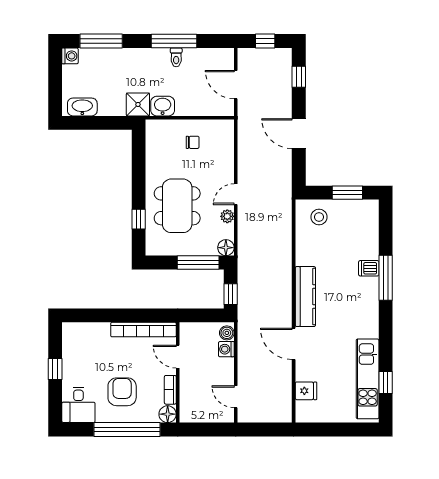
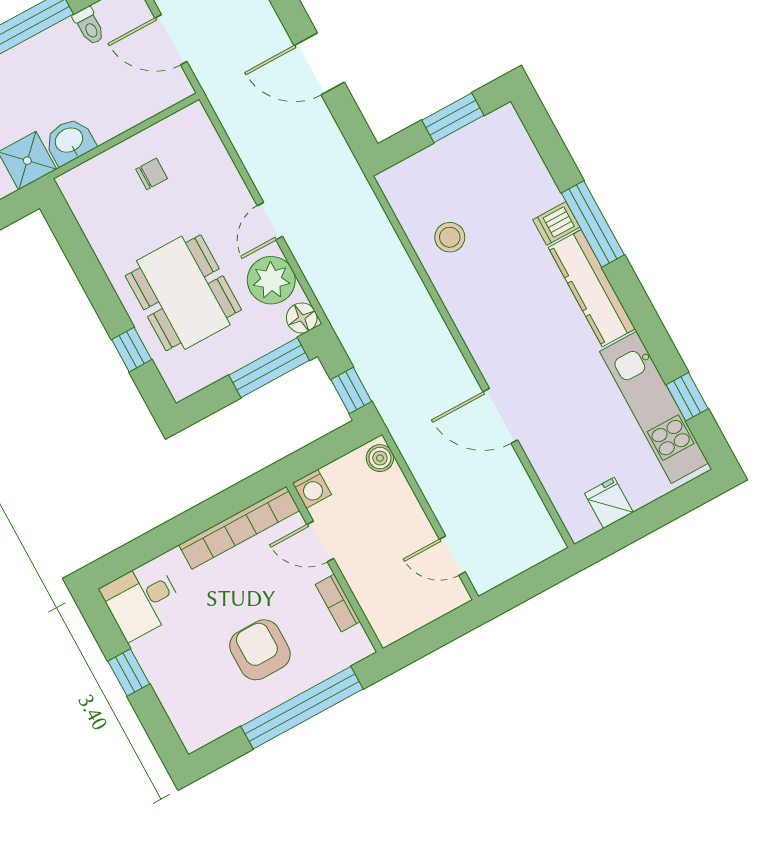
toilet: (176, 57) -> (89, 26), moved
plant: (227, 216) -> (271, 280), width x1.88, depth x1.88
stool: (319, 217) -> (450, 237), moved
kitchen counter: (305, 297) -> (592, 288), moved, turned 180
washing machine: (226, 349) -> (312, 489), moved, turned -90
fridge: (306, 391) -> (609, 503), moved, turned -90
desk: (78, 405) -> (142, 600), moved, turned 90
floor lamp: (168, 414) -> (355, 646), removed

